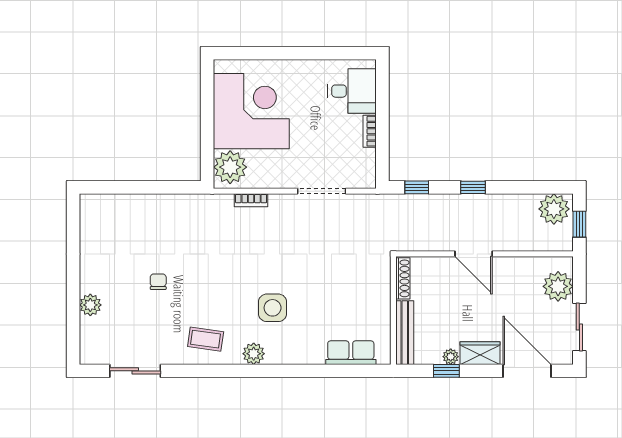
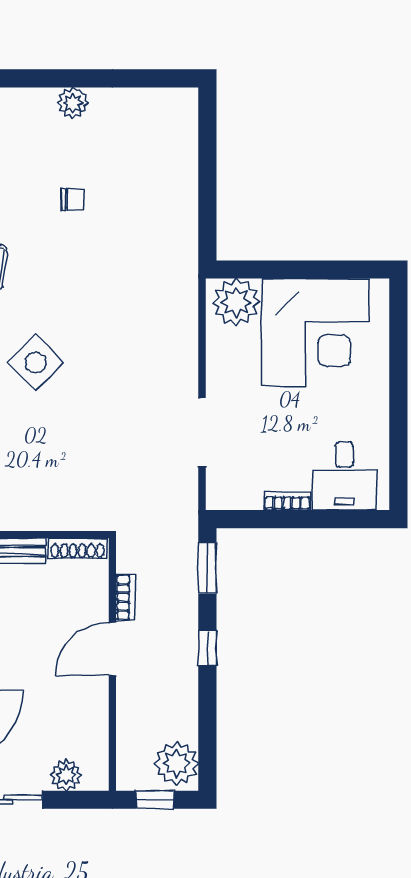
window: (417, 187) -> (207, 568), width x1.50
bookcase: (251, 200) -> (125, 597), moved, turned 180
plant: (558, 286) -> (66, 775), width x0.73, depth x0.73
plant: (90, 305) -> (73, 103), moved
side table: (273, 308) -> (36, 363), turned 45

